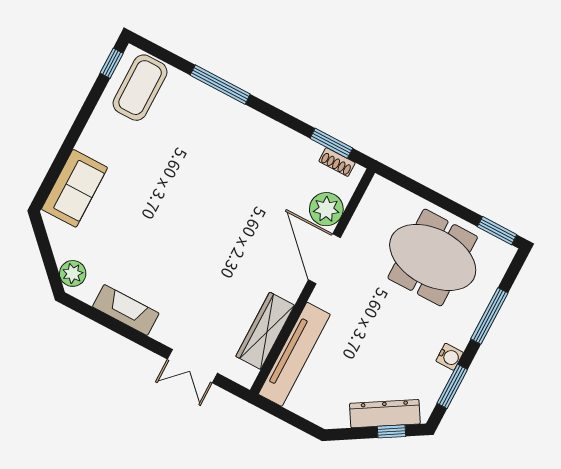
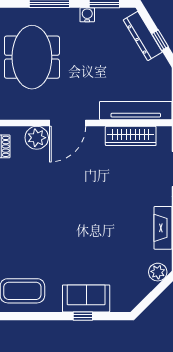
window: (112, 63) -> (83, 316), moved
sofa: (74, 188) -> (86, 298), moved
window: (392, 431) -> (160, 40), moved

